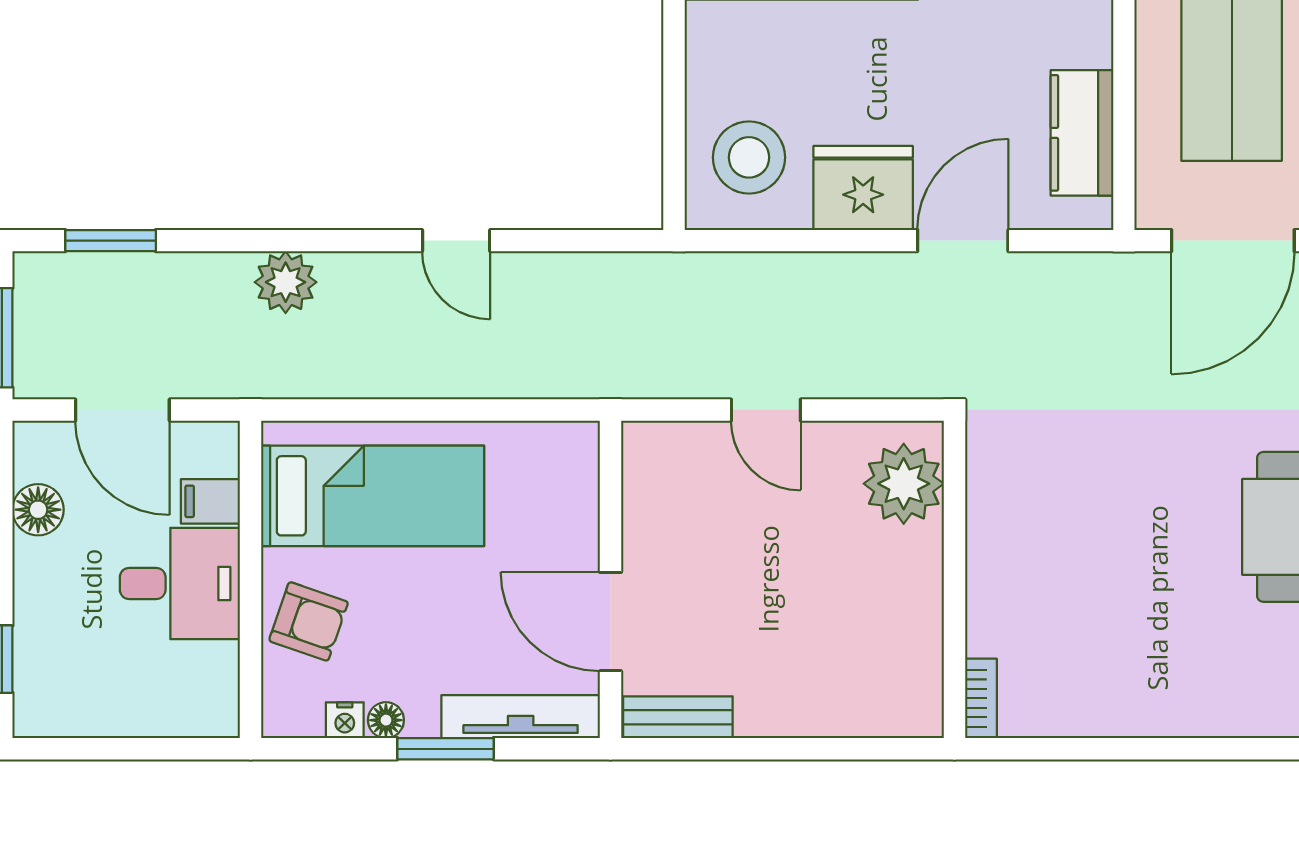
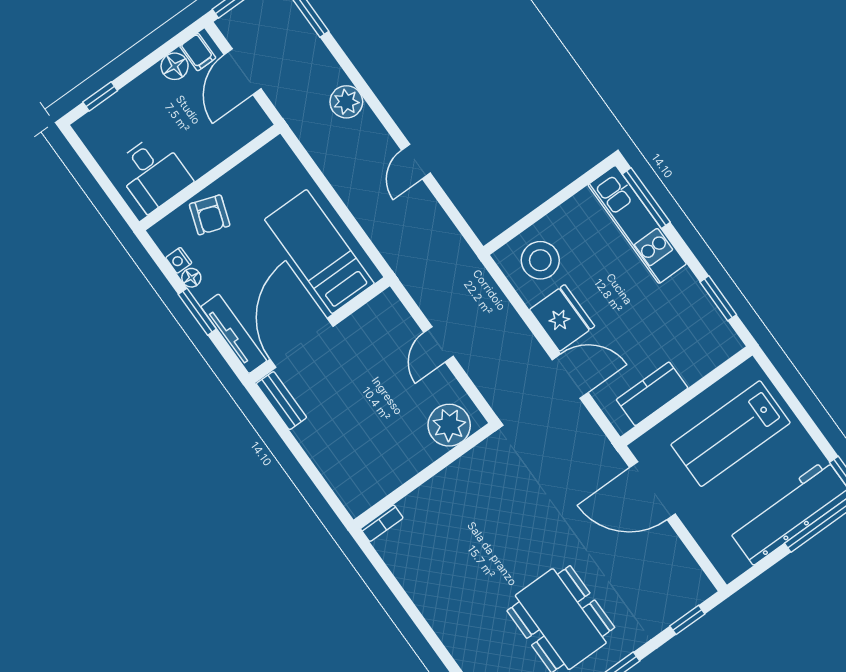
bed: (373, 496) -> (319, 252), moved, turned 180
filing cabinet: (210, 501) -> (198, 52), moved, turned 180
desk: (180, 583) -> (153, 173), moved
door: (610, 622) -> (301, 343), width x1.36

